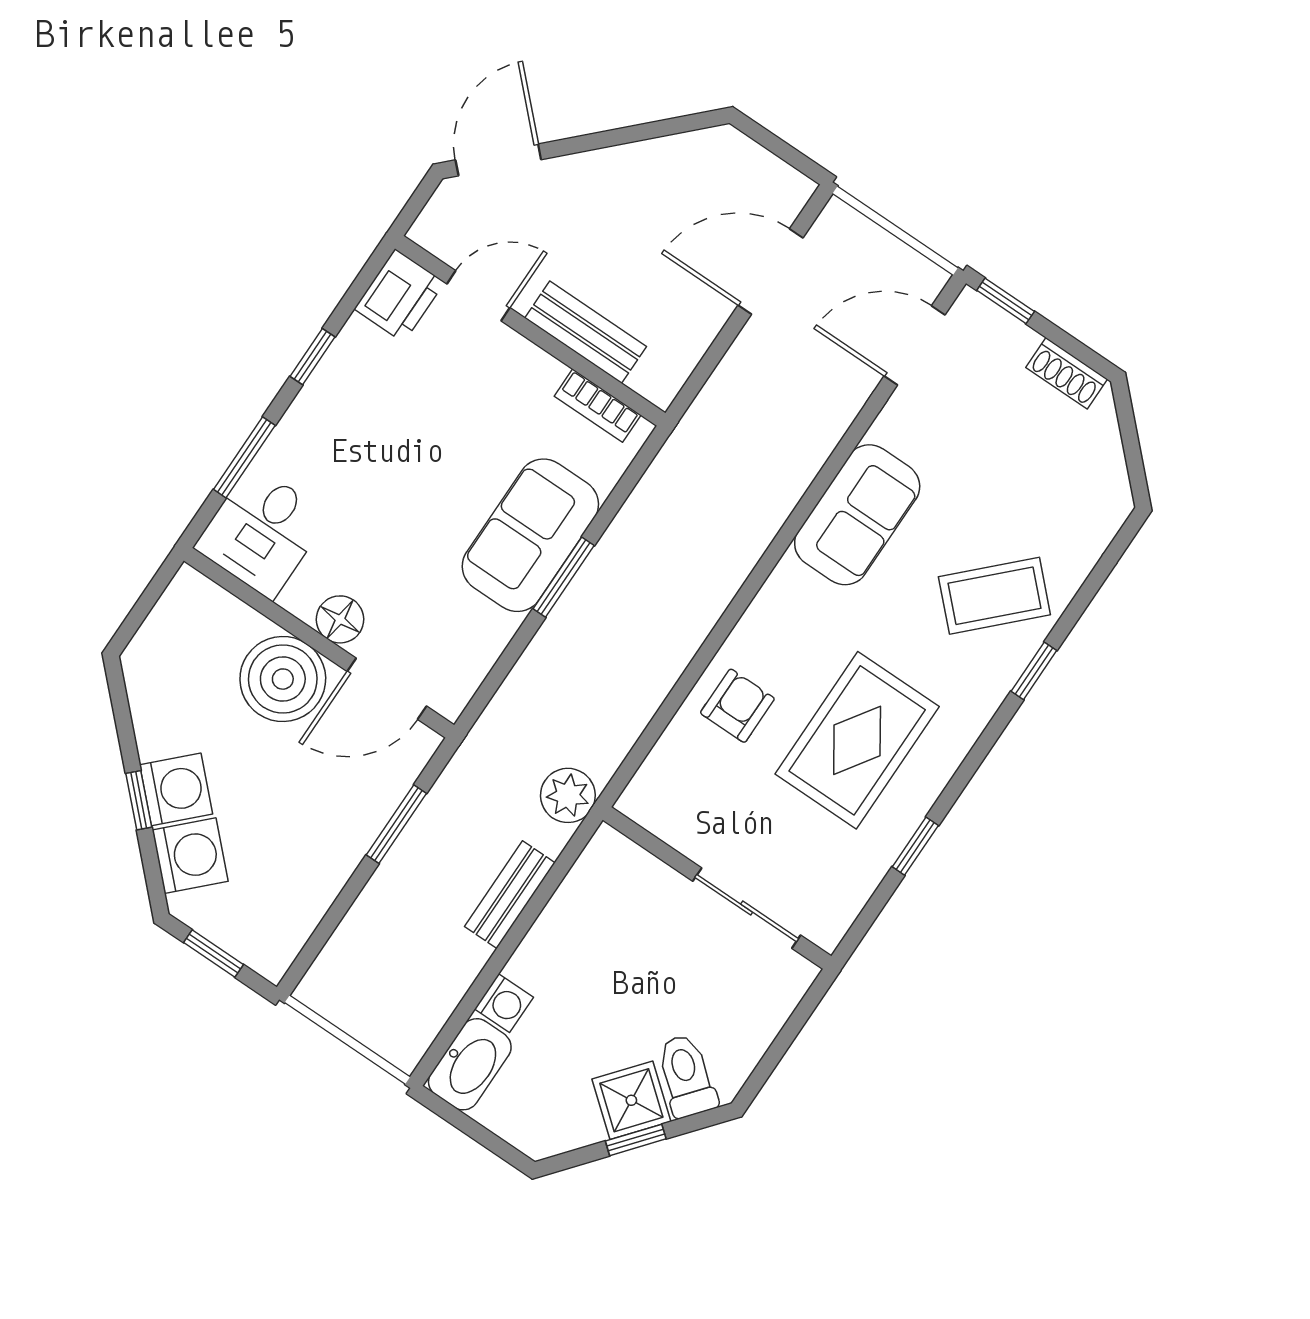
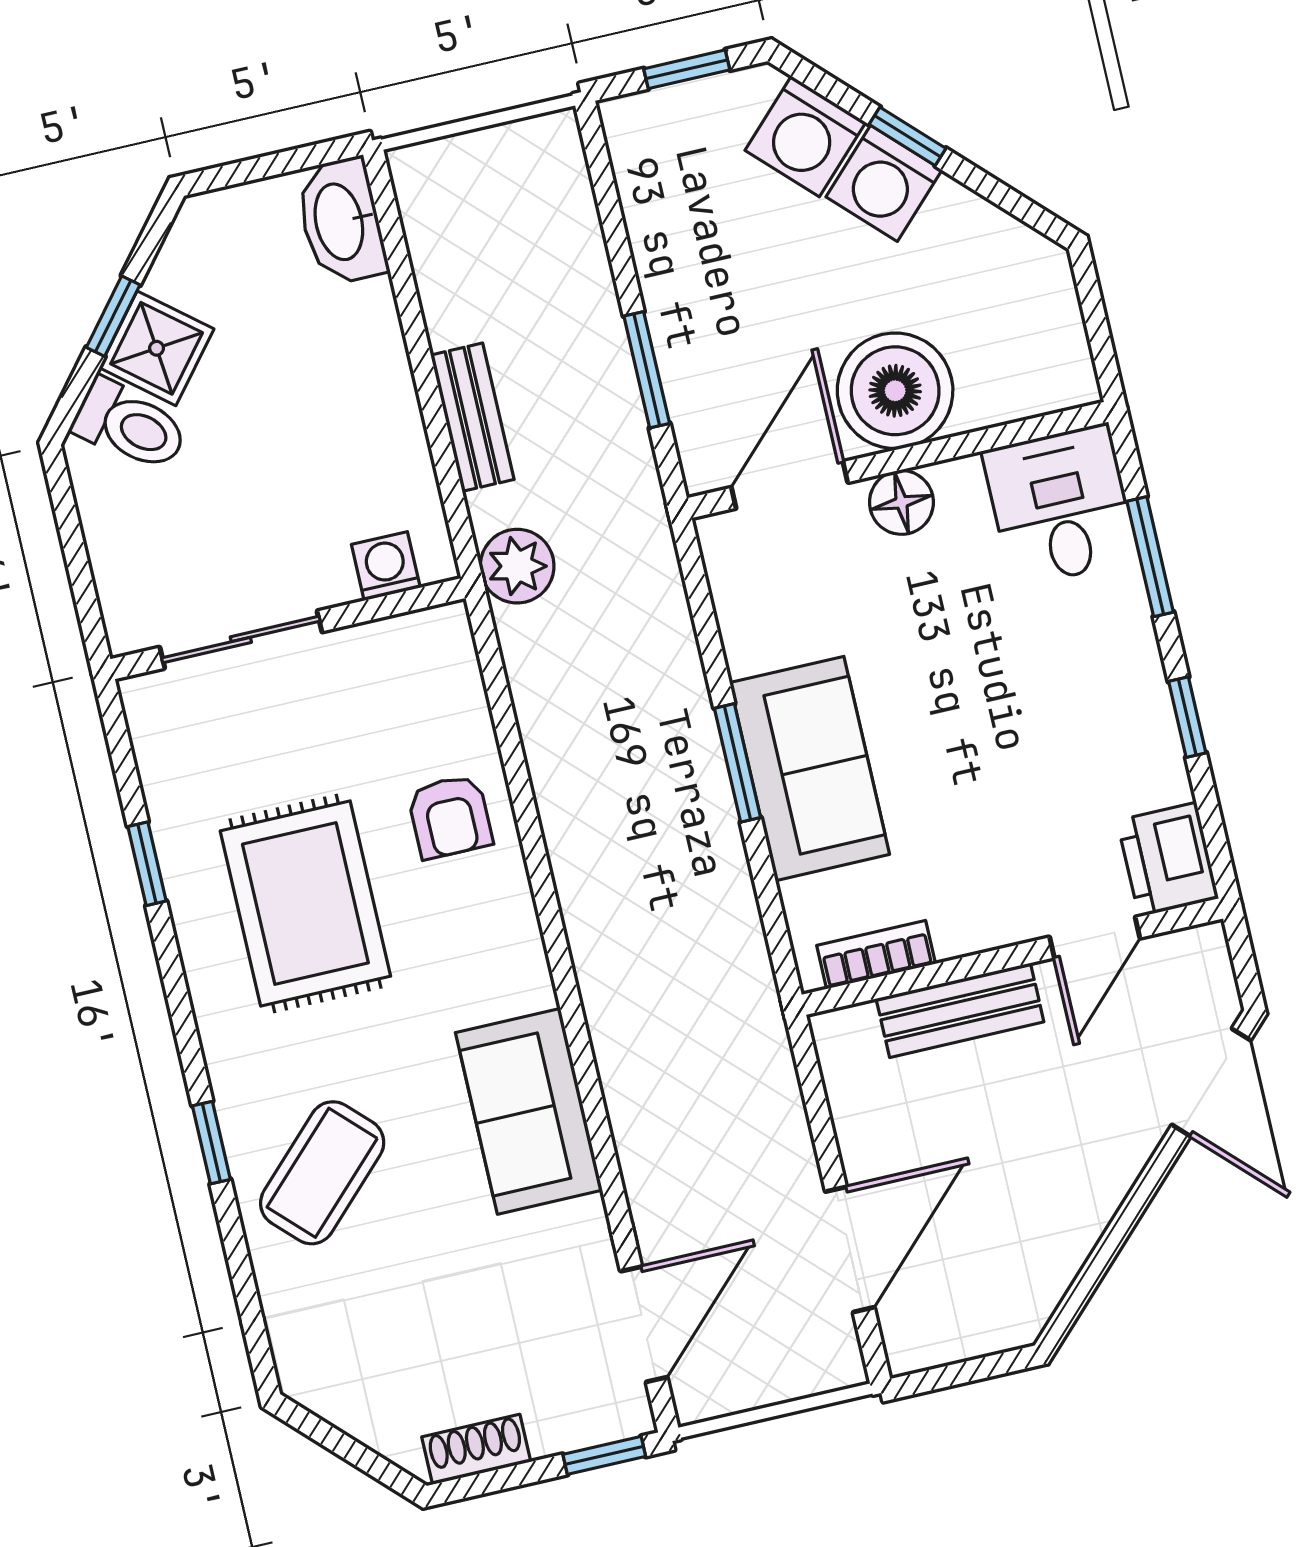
washing machine: (504, 1003) -> (386, 566), moved, turned 90

